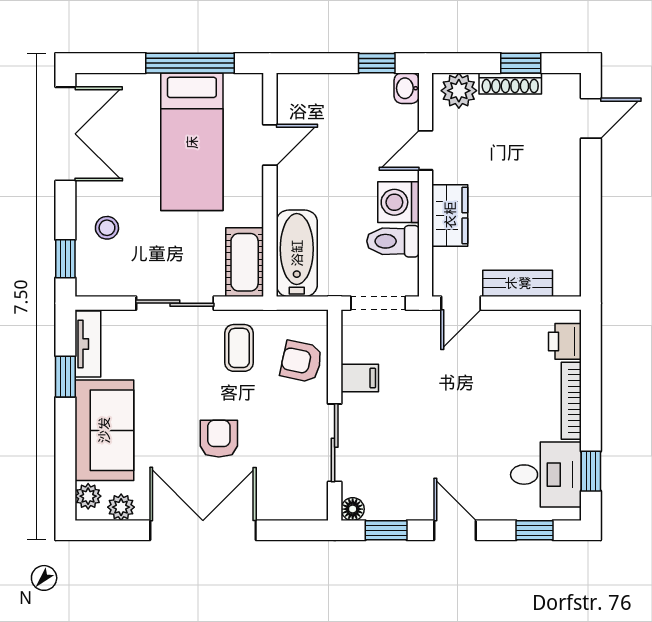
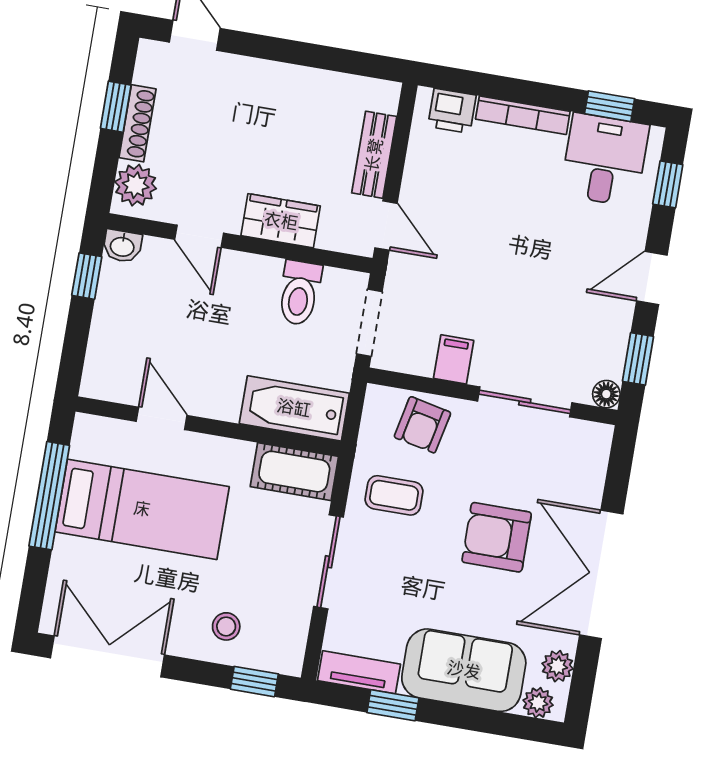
washing machine: (398, 202) -> (255, 278), removed
armchair: (219, 439) -> (497, 537), width x1.38, depth x1.38

